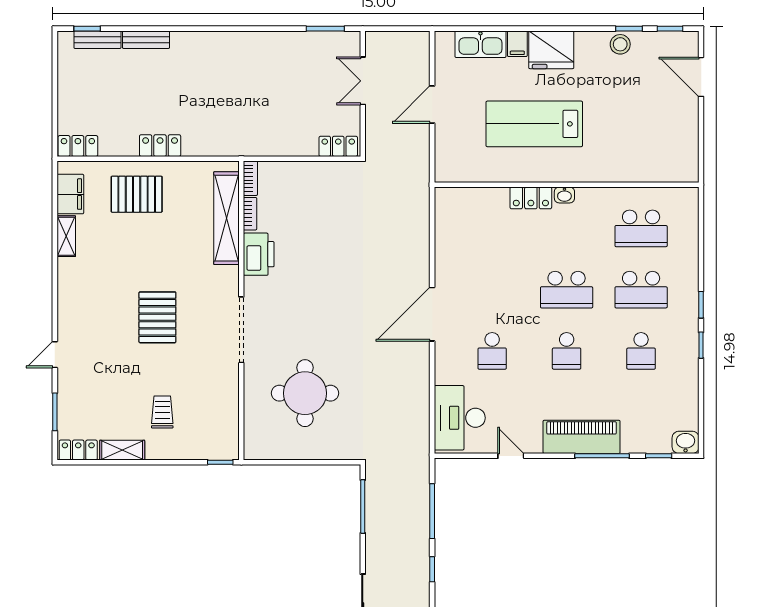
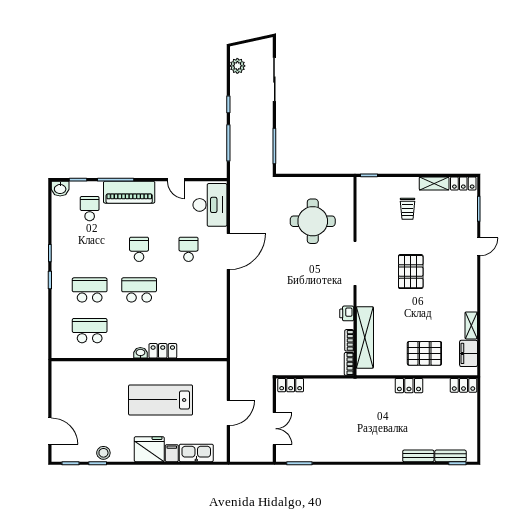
lab bench: (534, 124) -> (161, 400), turned 180
printer: (259, 254) -> (347, 313), width x0.53, depth x0.68
door: (432, 314) -> (228, 252), moved
school desk: (641, 351) -> (90, 209), moved

